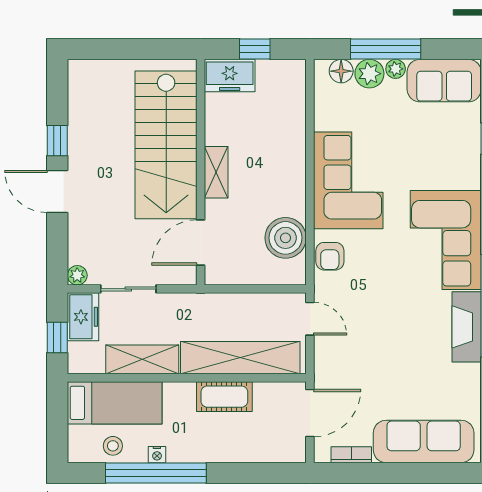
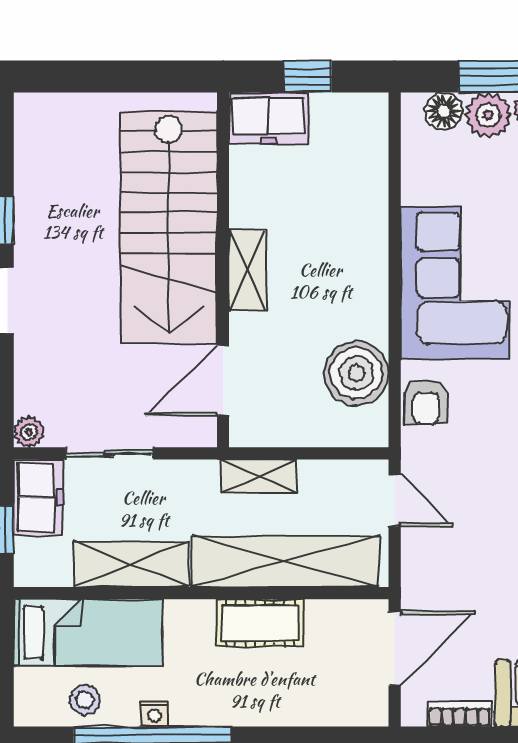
shelving: (223, 304) -> (259, 476), added

